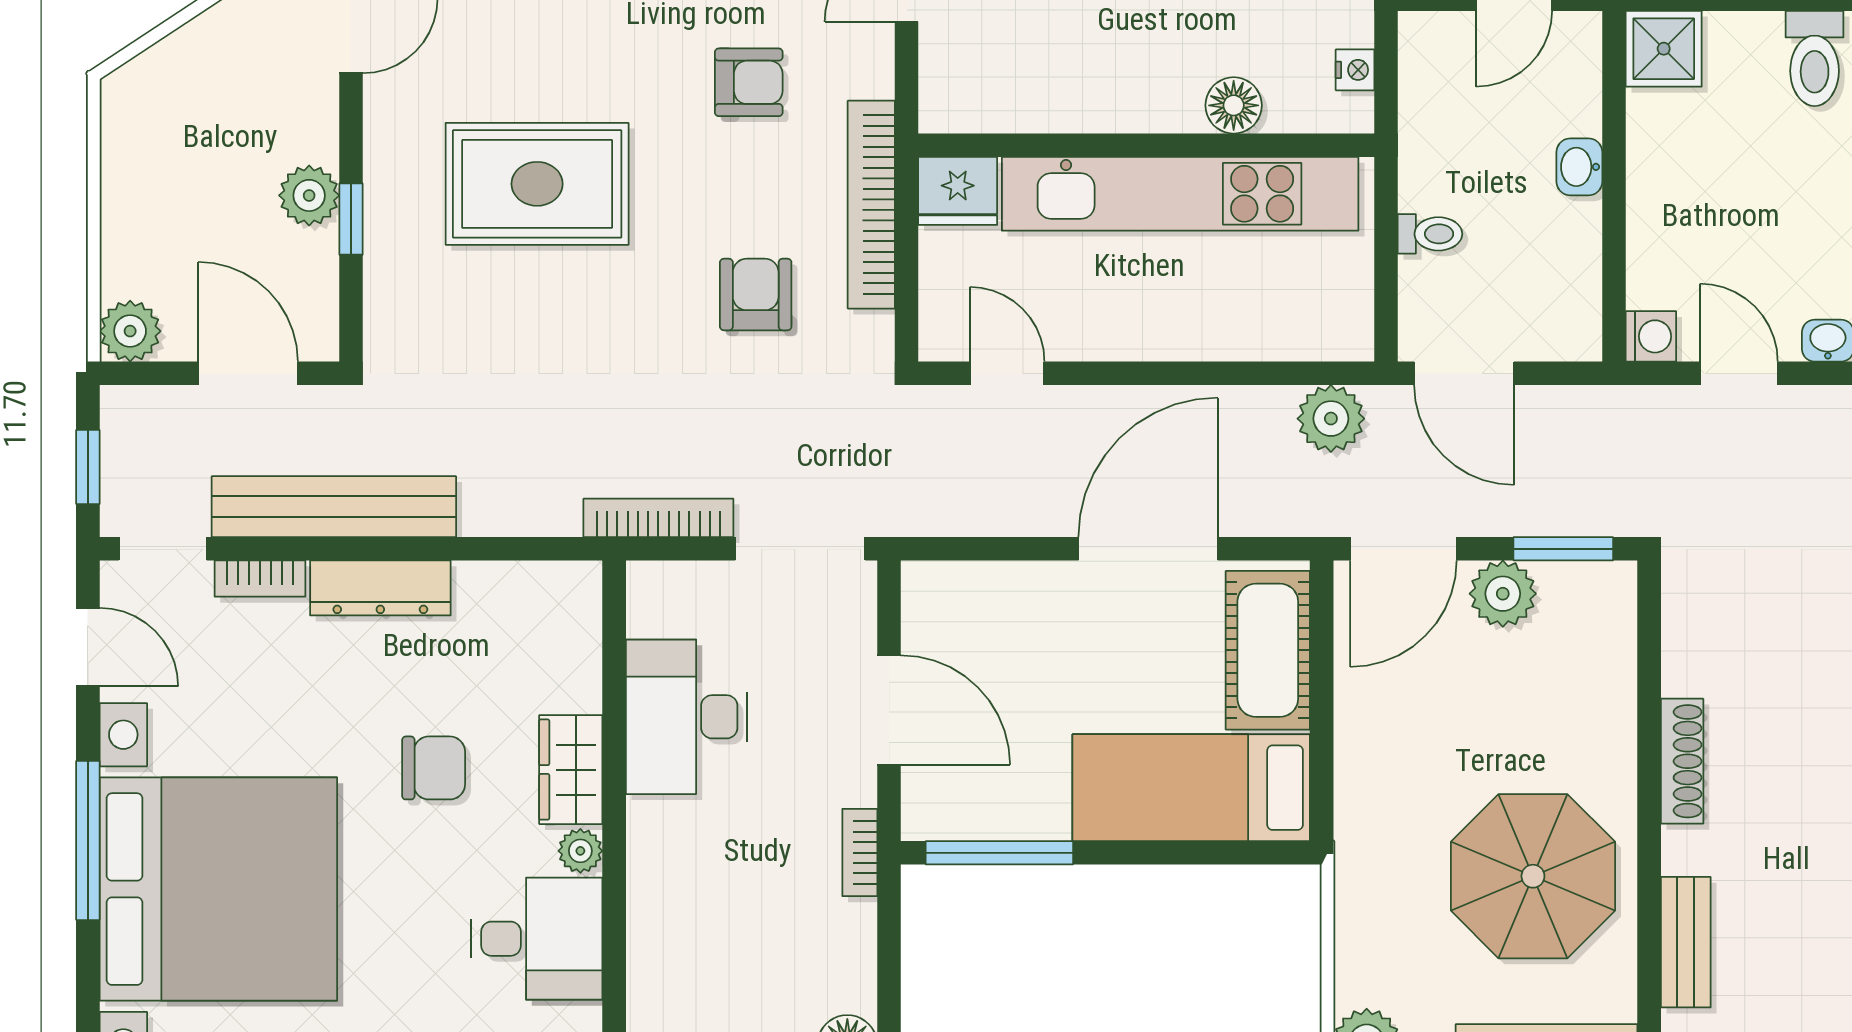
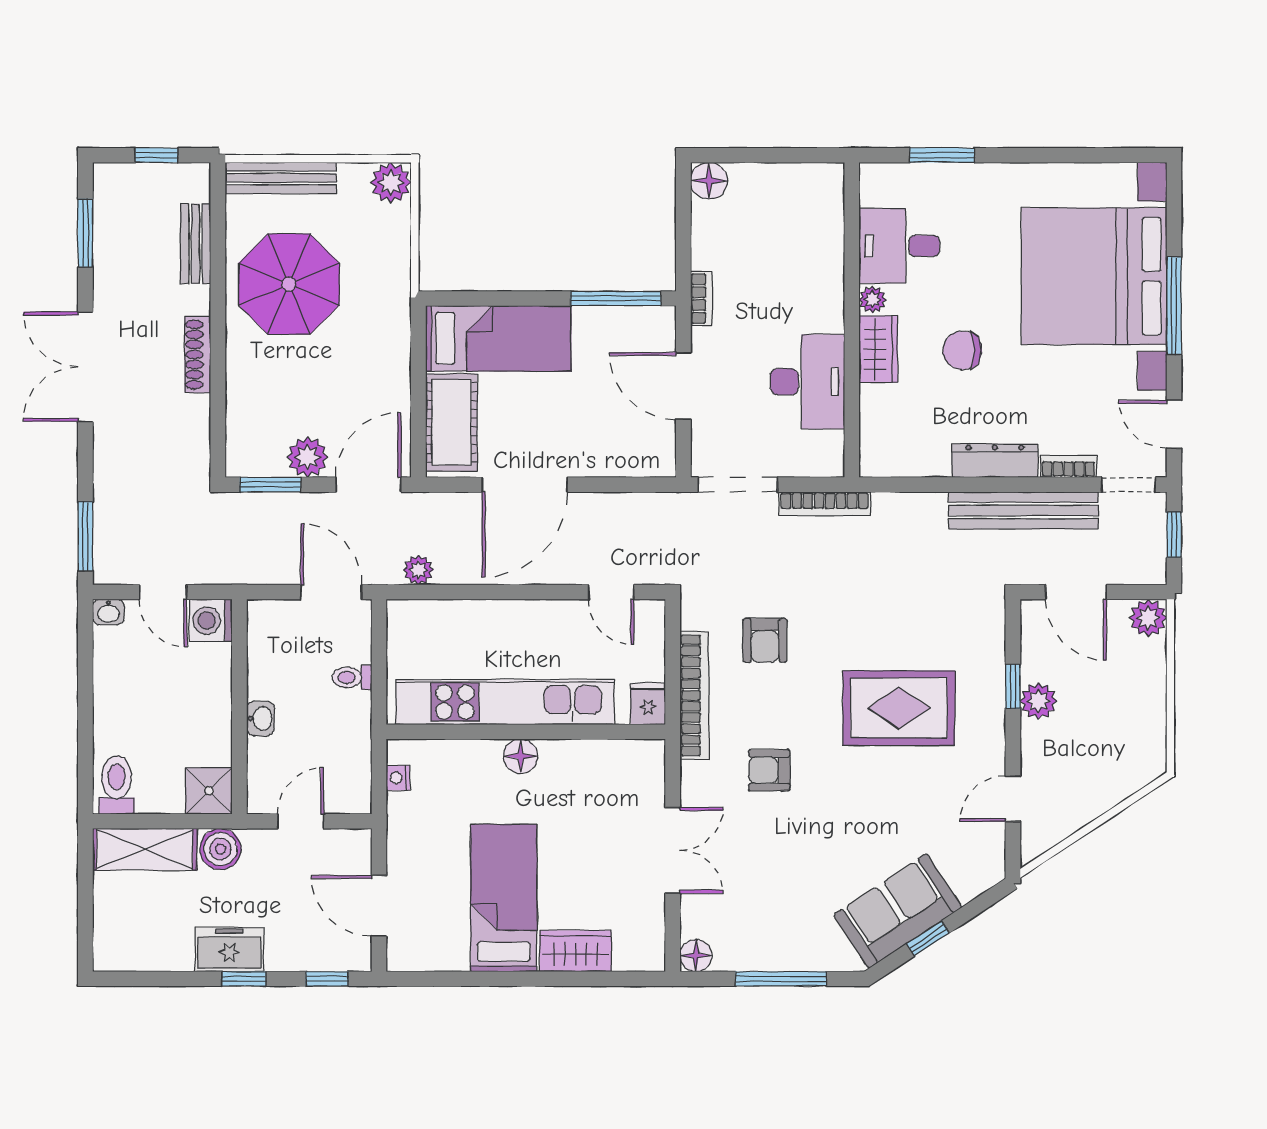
floor lamp: (1234, 105) -> (521, 756), moved
fridge: (958, 191) -> (648, 704), width x0.72
washing machine: (1651, 336) -> (211, 620), width x1.38, depth x1.38
plant: (1331, 419) -> (418, 570), width x0.73, depth x0.73

